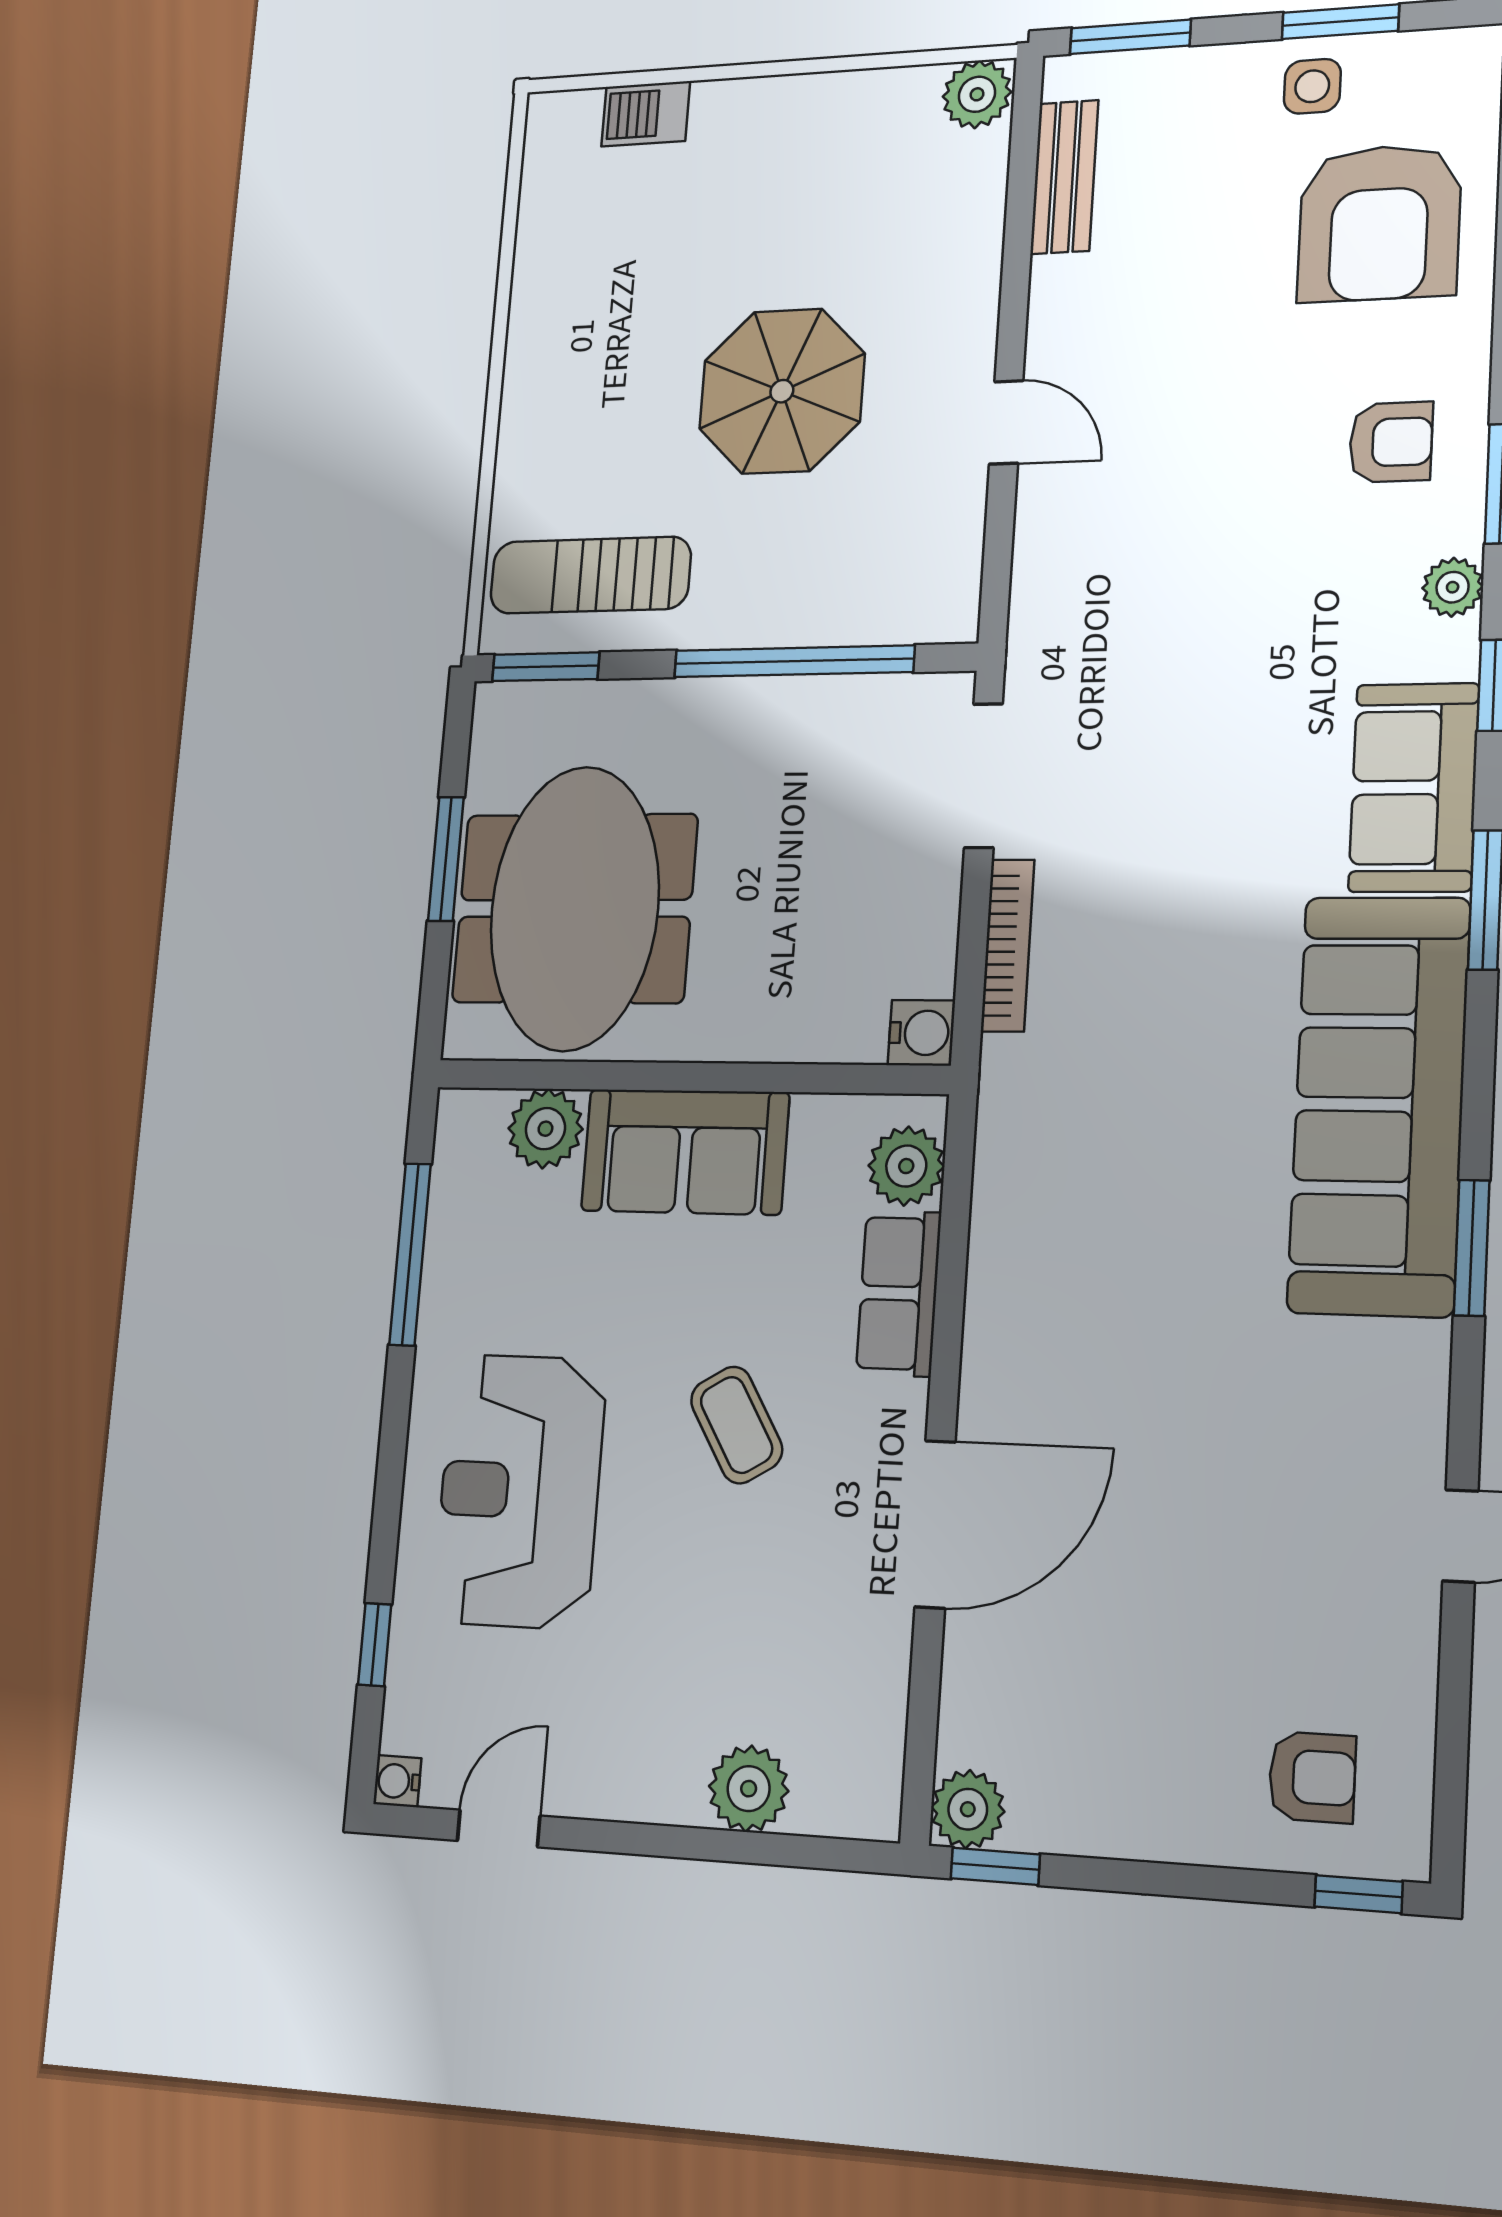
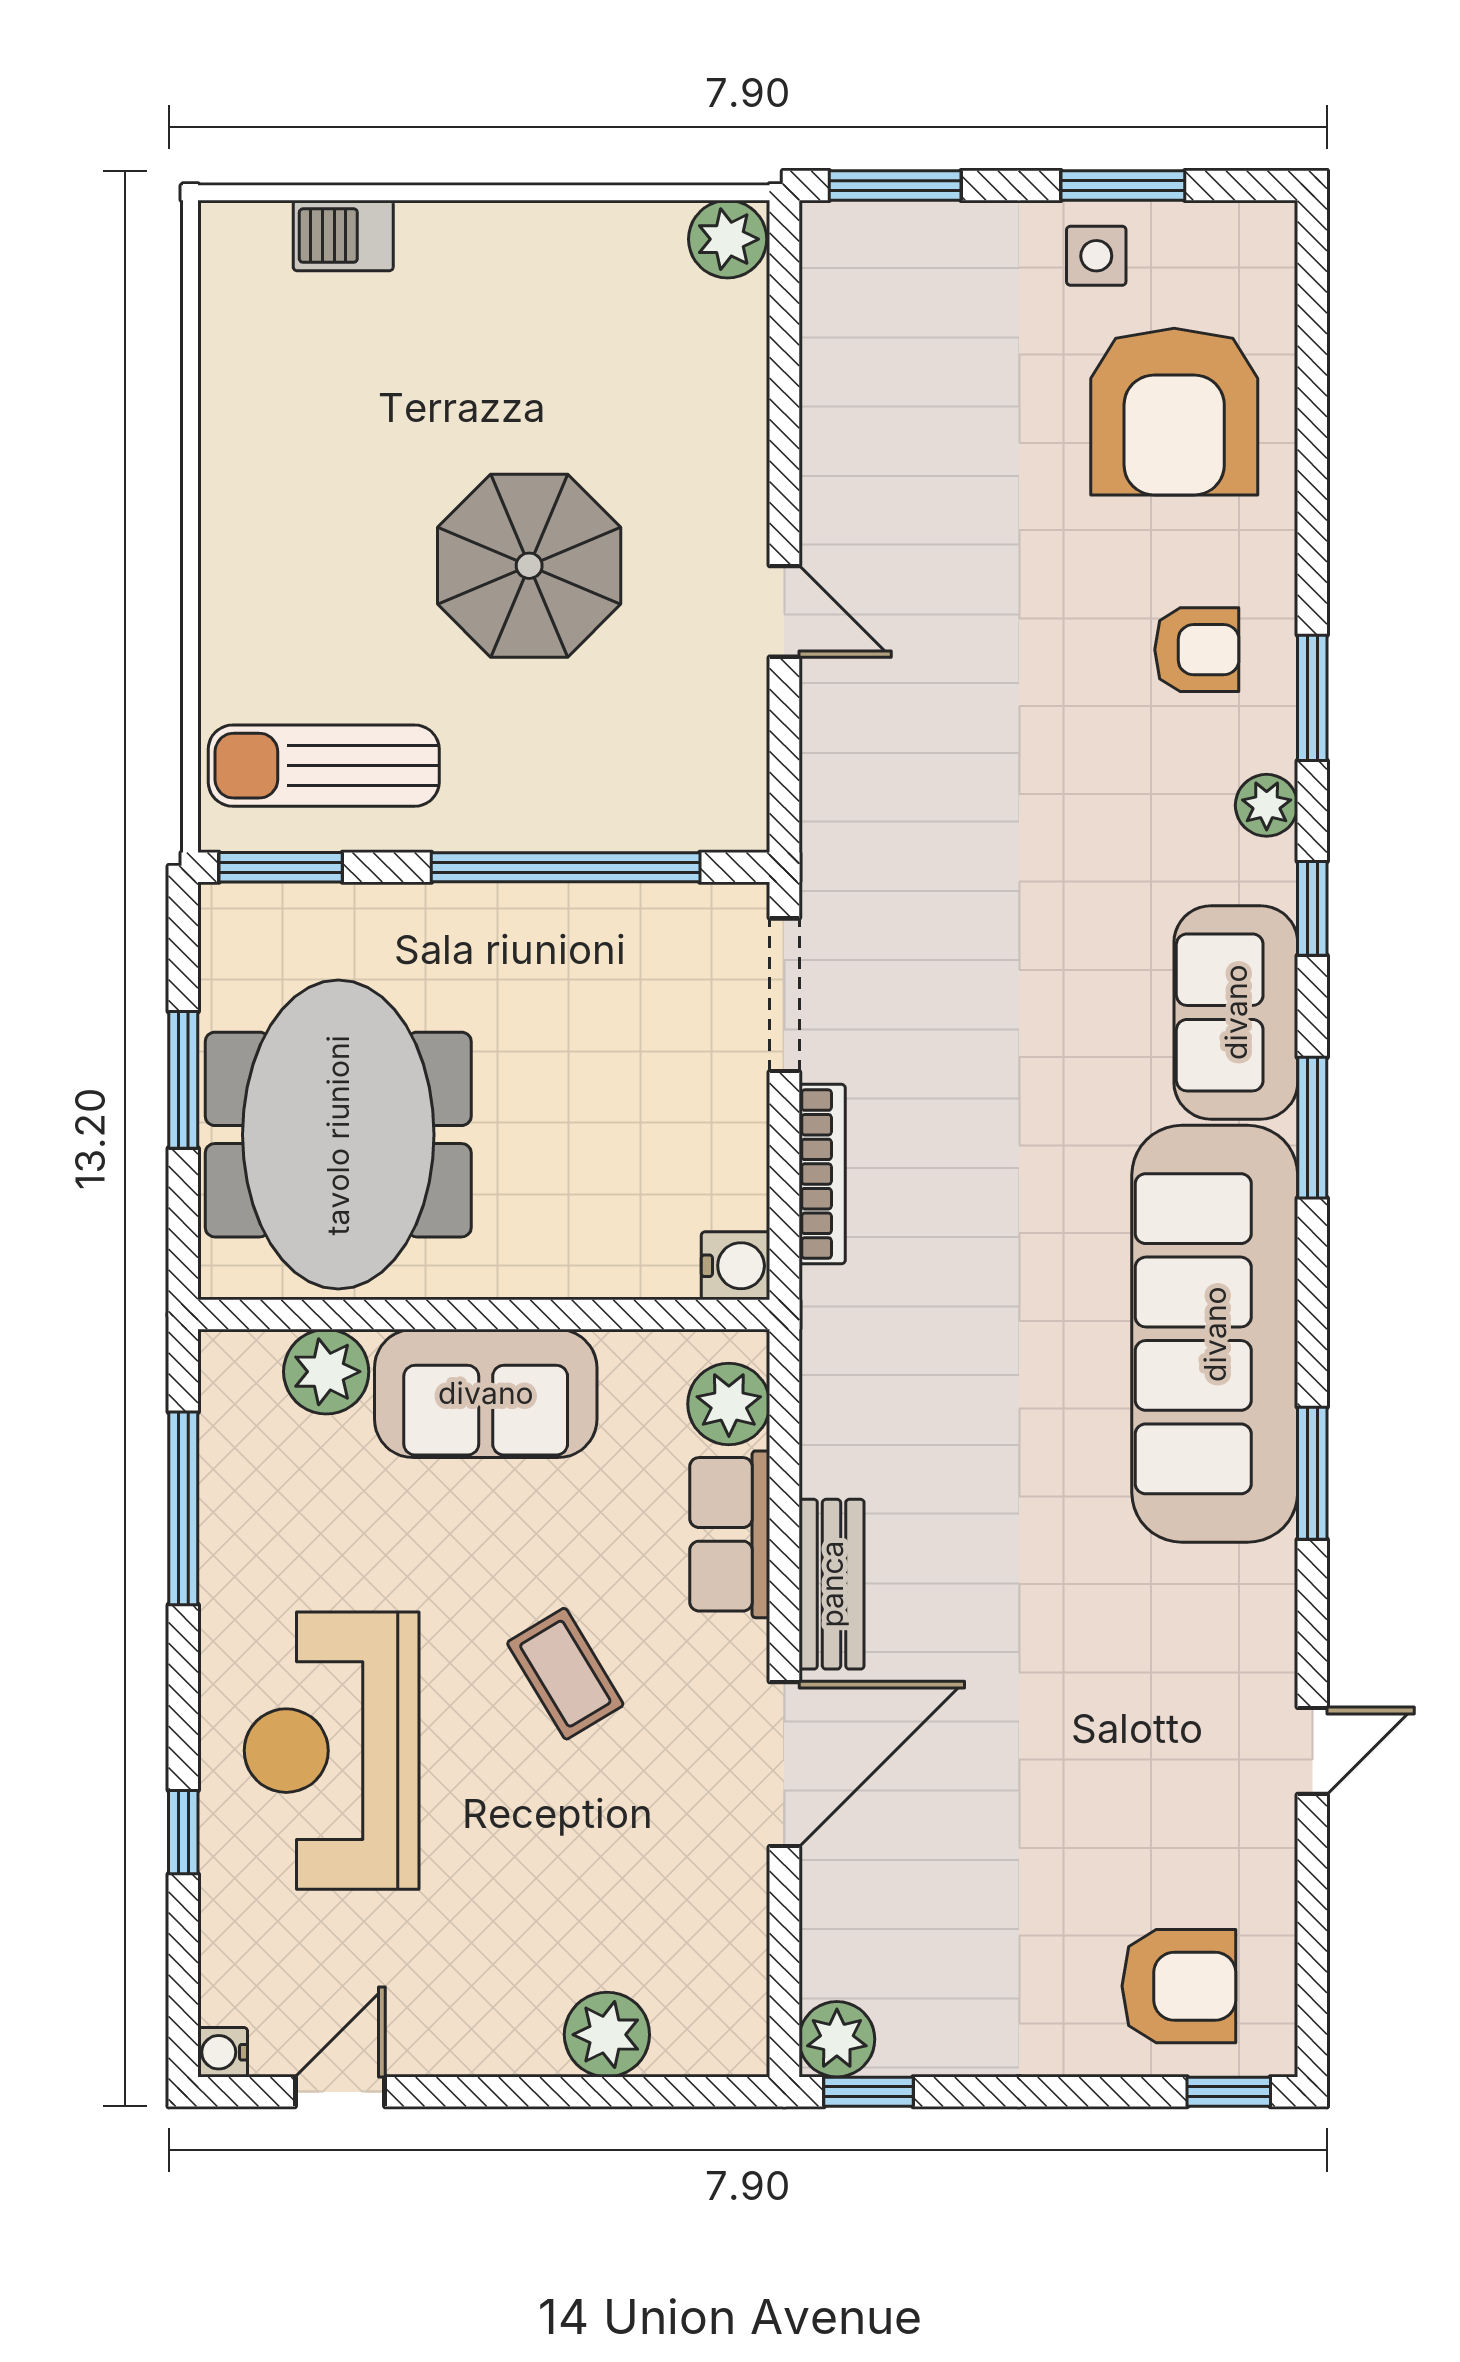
bench: (1064, 177) -> (832, 1584), moved
window: (375, 1645) -> (183, 1832), moved
armchair: (1312, 1777) -> (1179, 1986), width x1.38, depth x1.38

